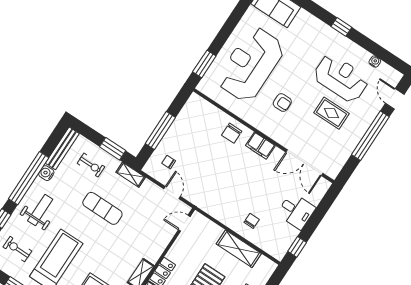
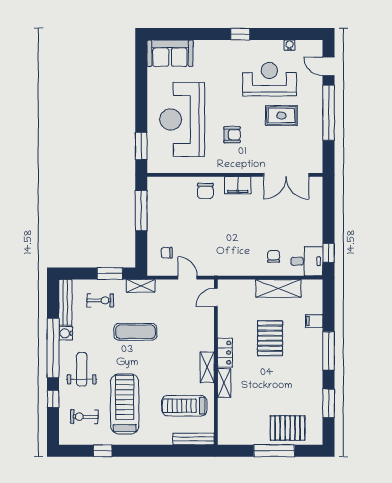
window: (160, 131) -> (141, 211), moved
desk: (296, 211) -> (307, 261), moved

